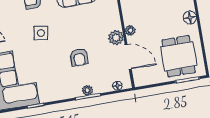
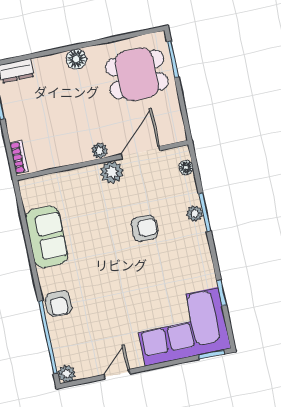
side table: (41, 33) -> (109, 289), removed

